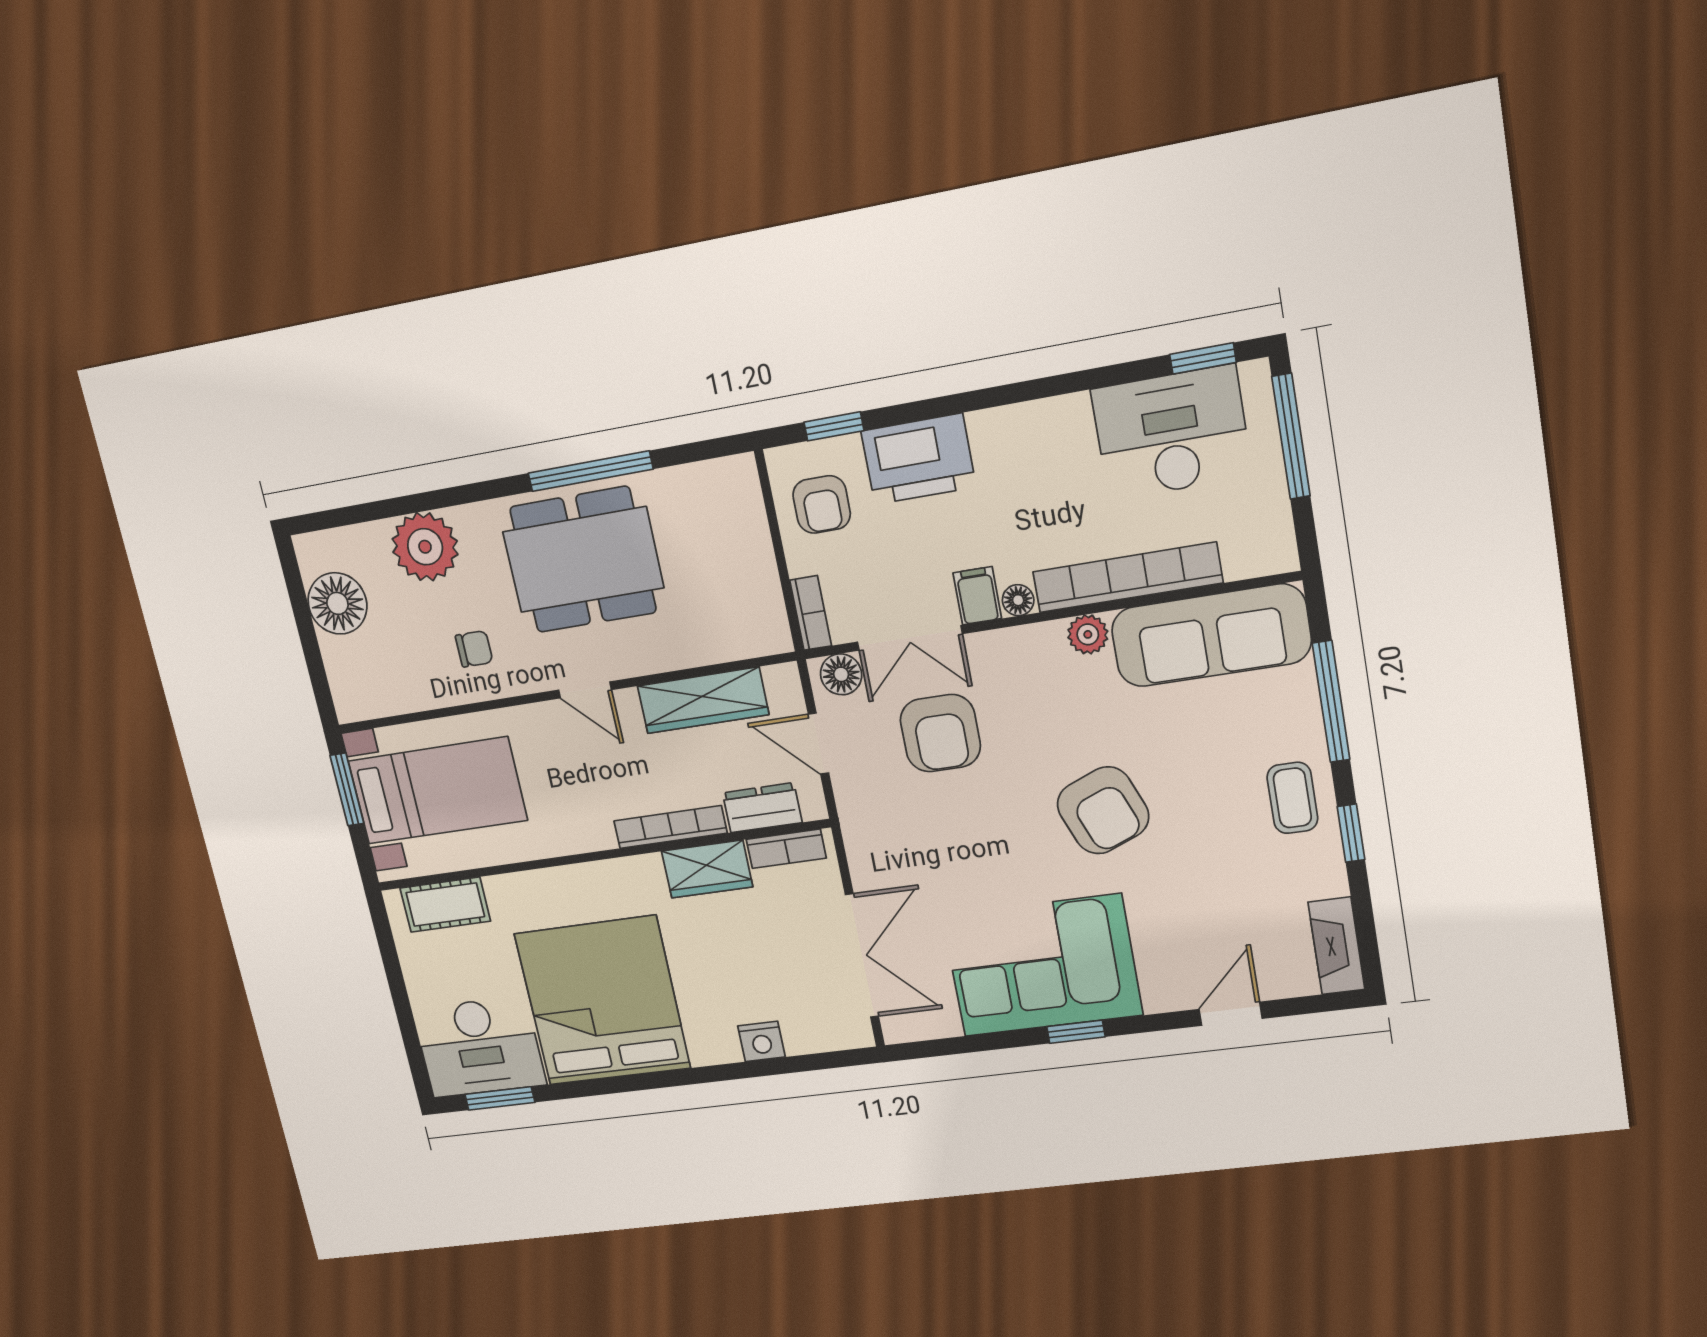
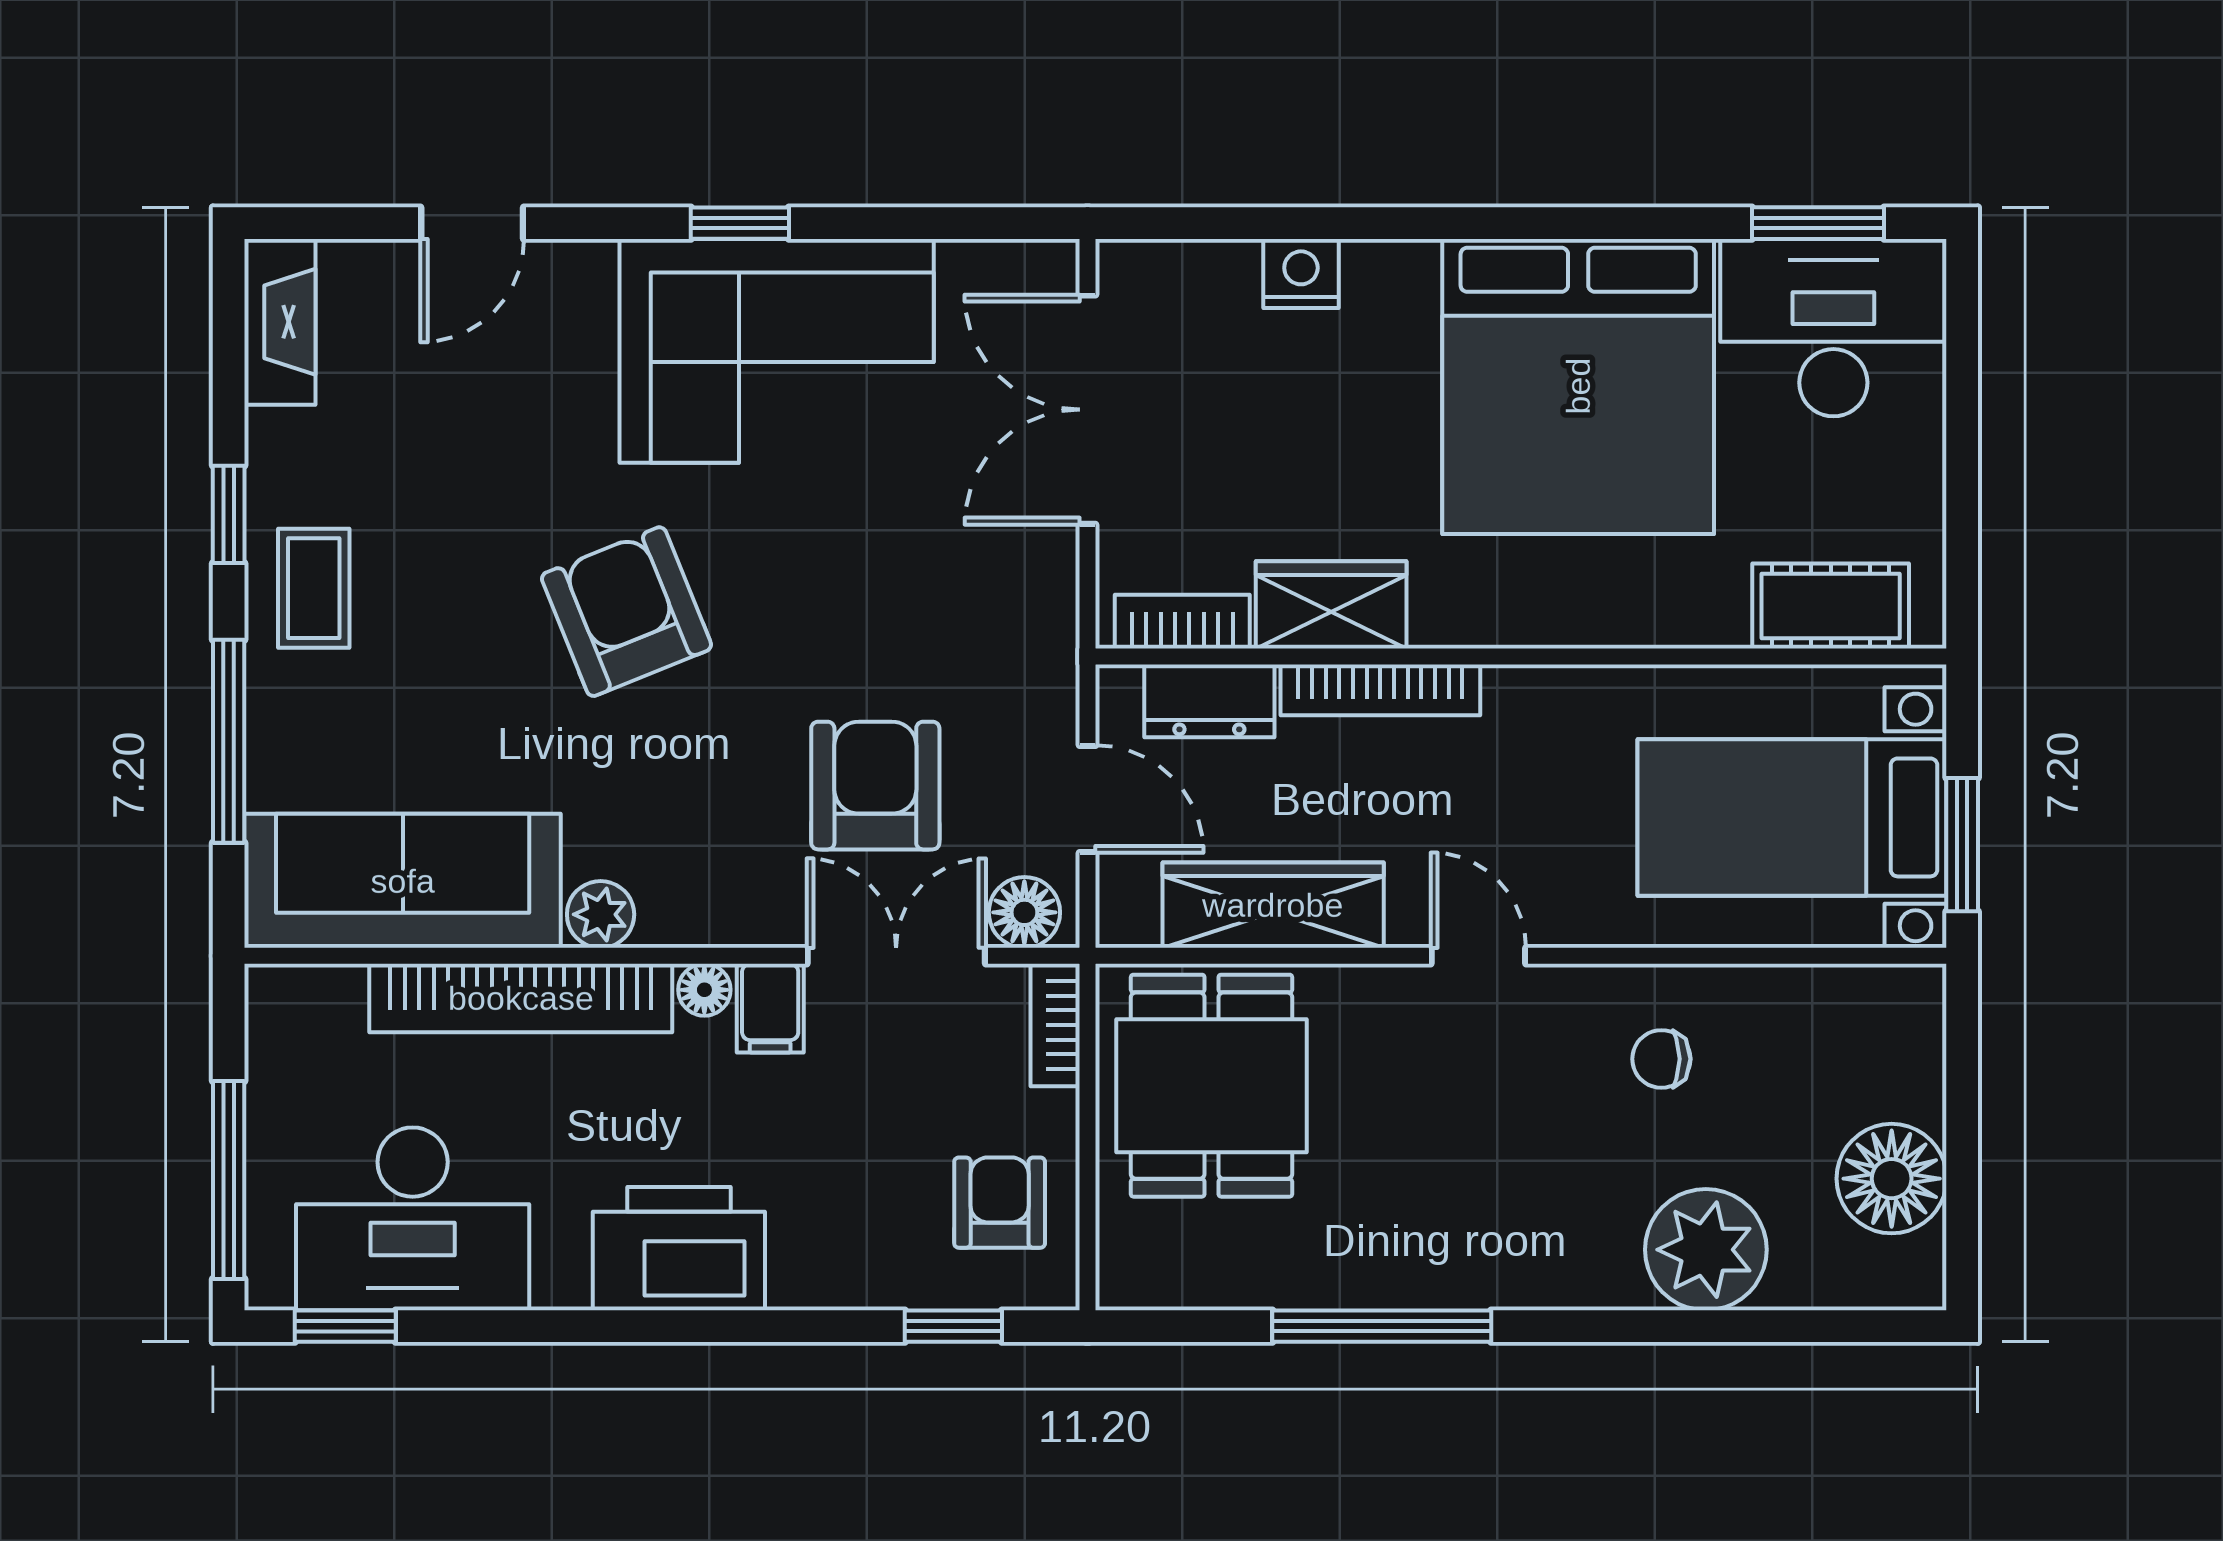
printer: (918, 459) -> (679, 1249), moved
dining table: (583, 560) -> (1212, 1086), moved, width x0.73

